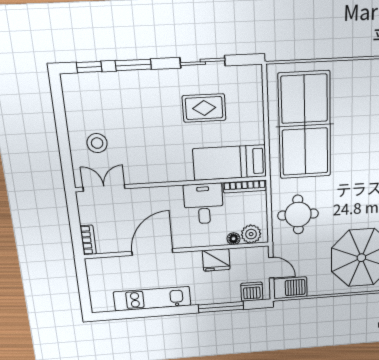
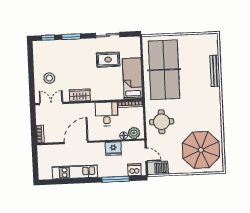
bed: (230, 163) -> (133, 78), moved, turned 90
wardrobe: (155, 173) -> (80, 95), added

